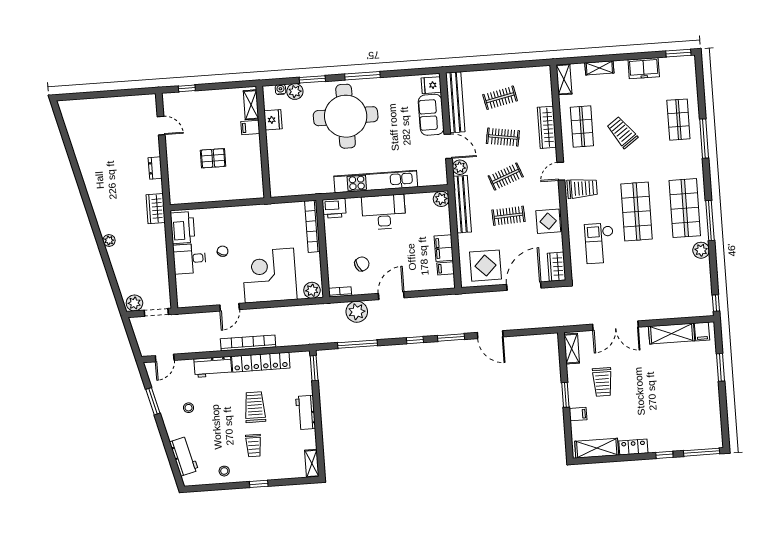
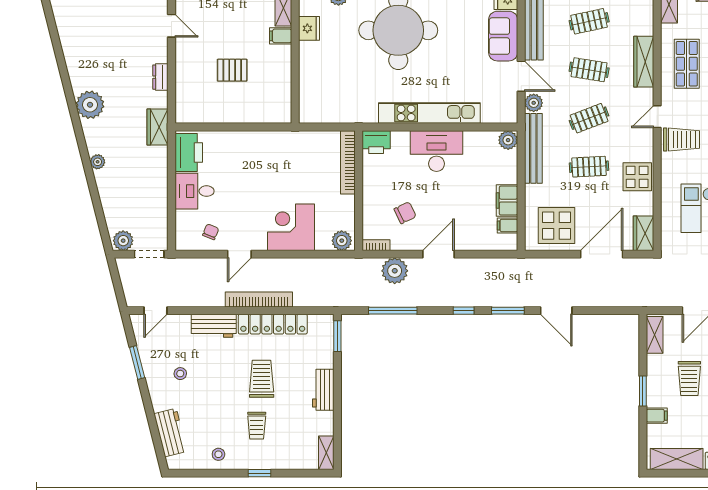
plant: (100, 195) -> (90, 105), added
chair: (223, 251) -> (211, 232), moved
corner desk: (269, 276) -> (291, 227), width x0.74, depth x0.74

